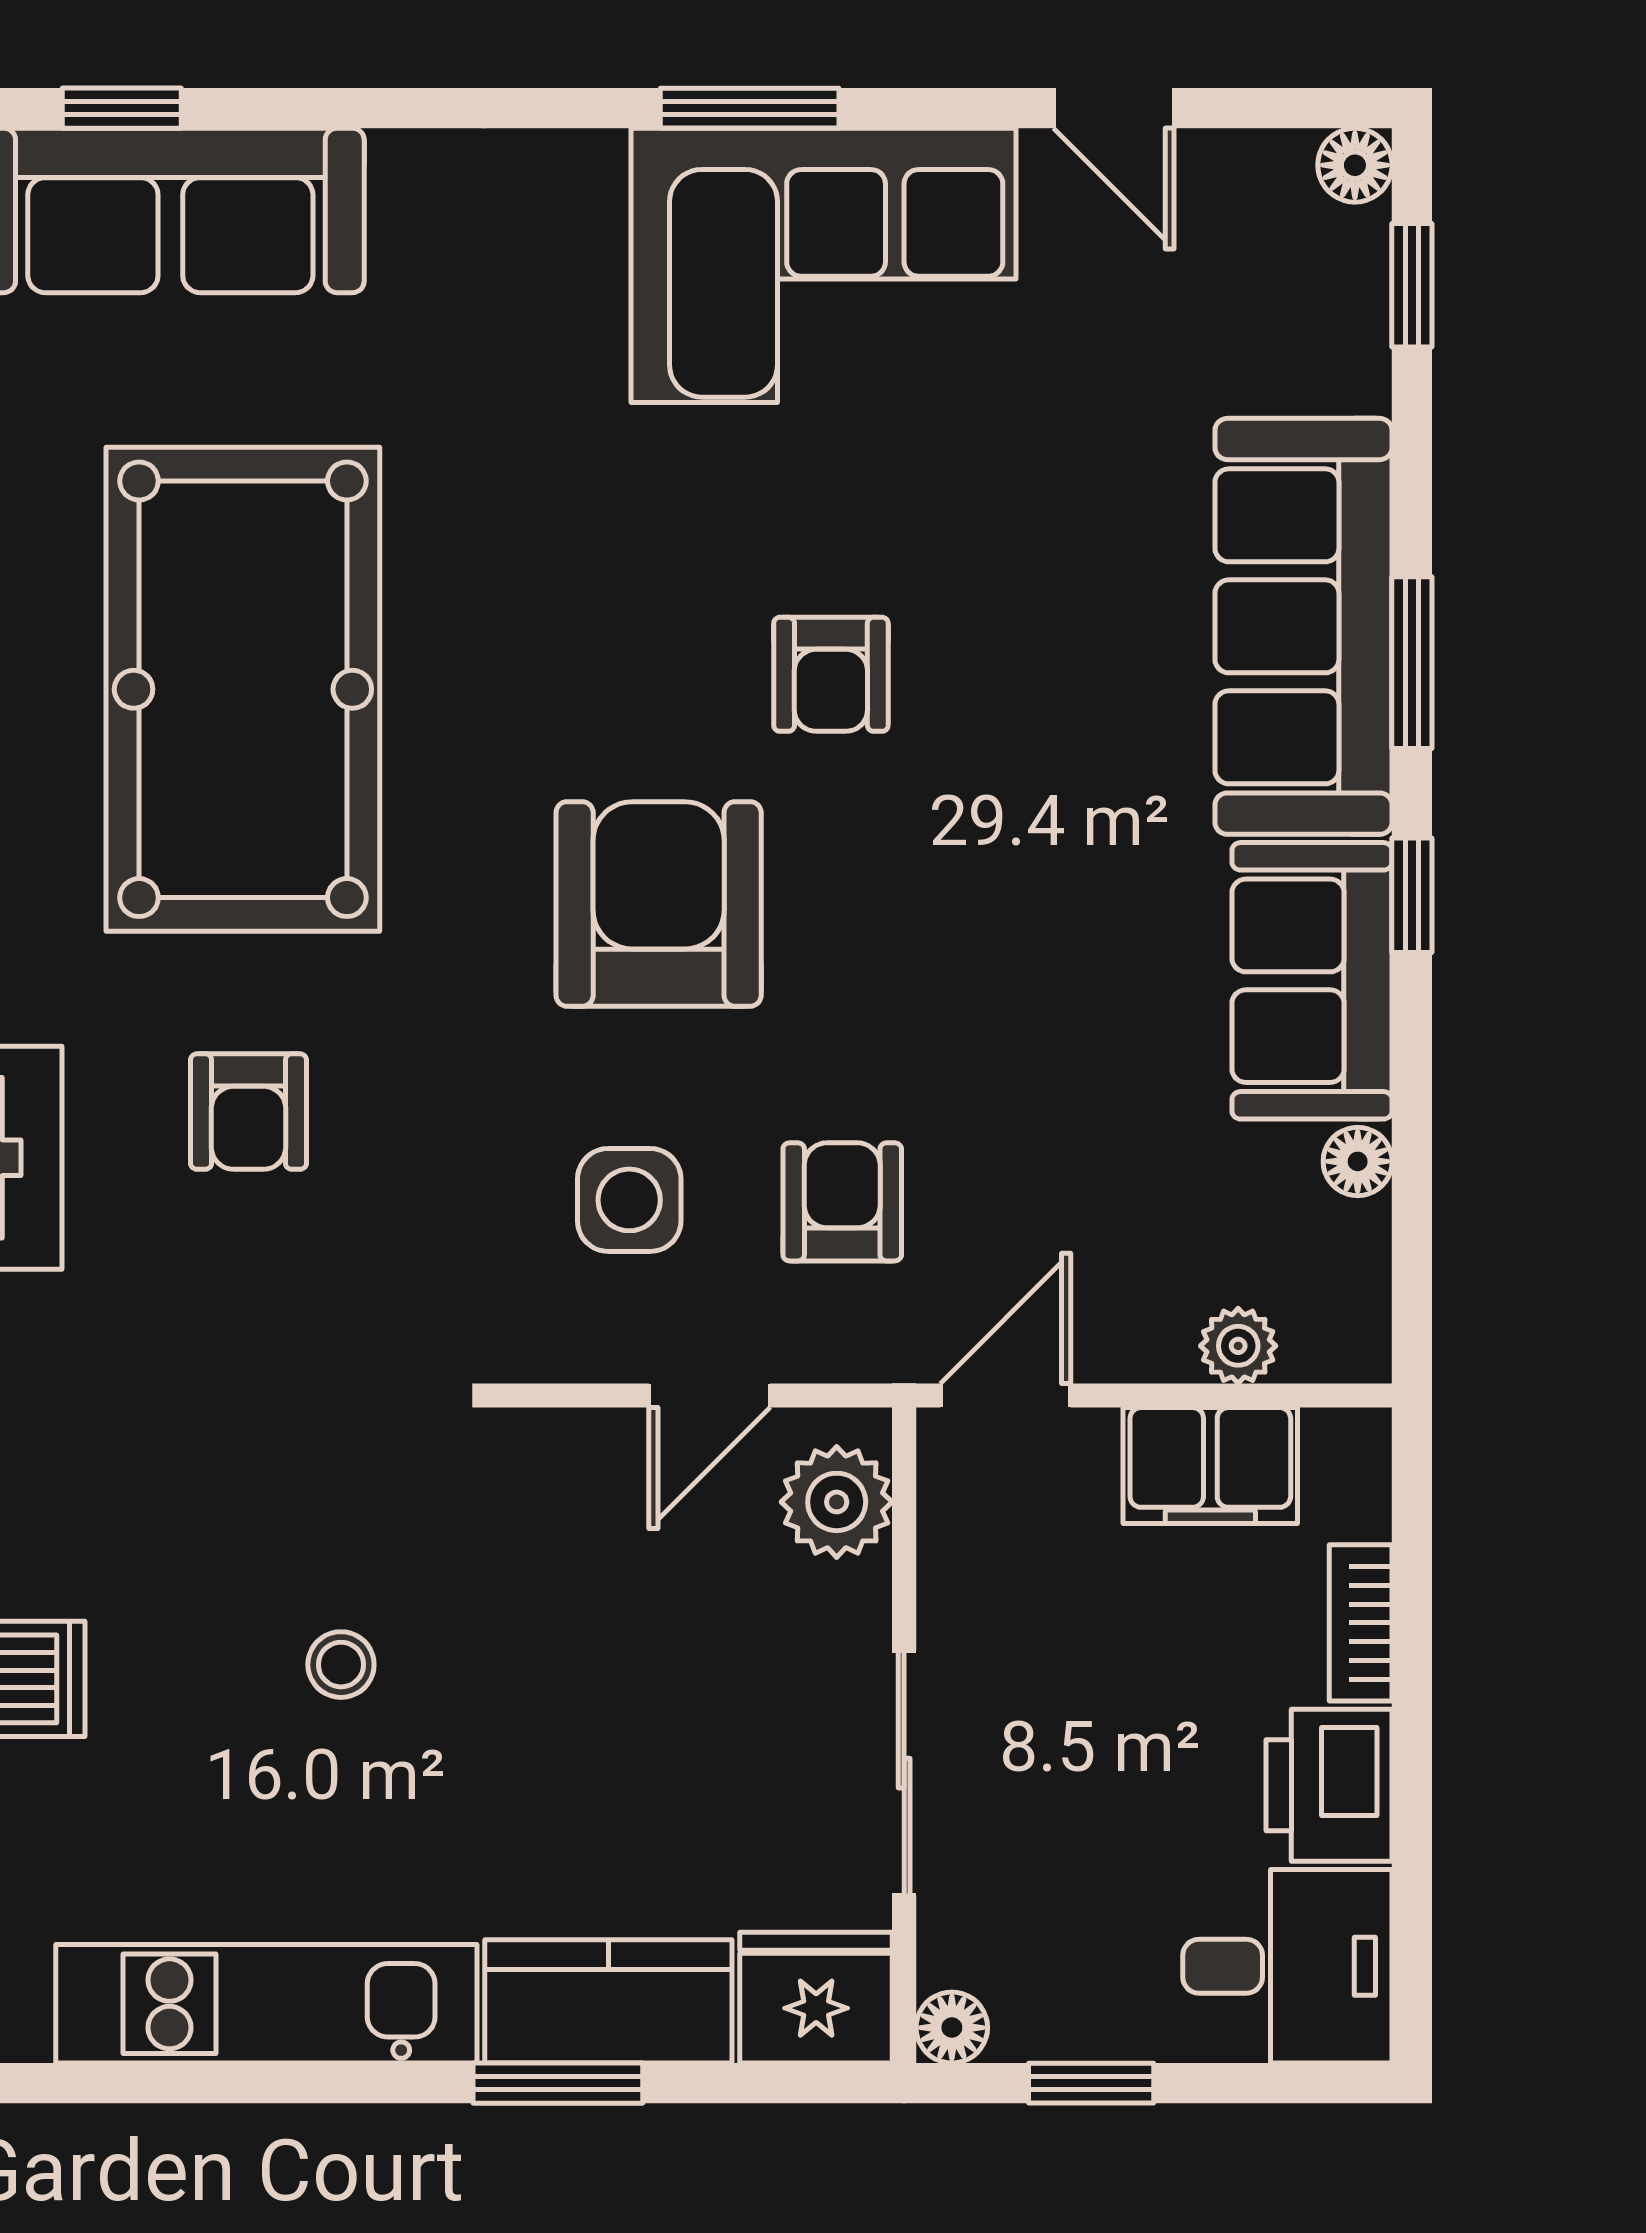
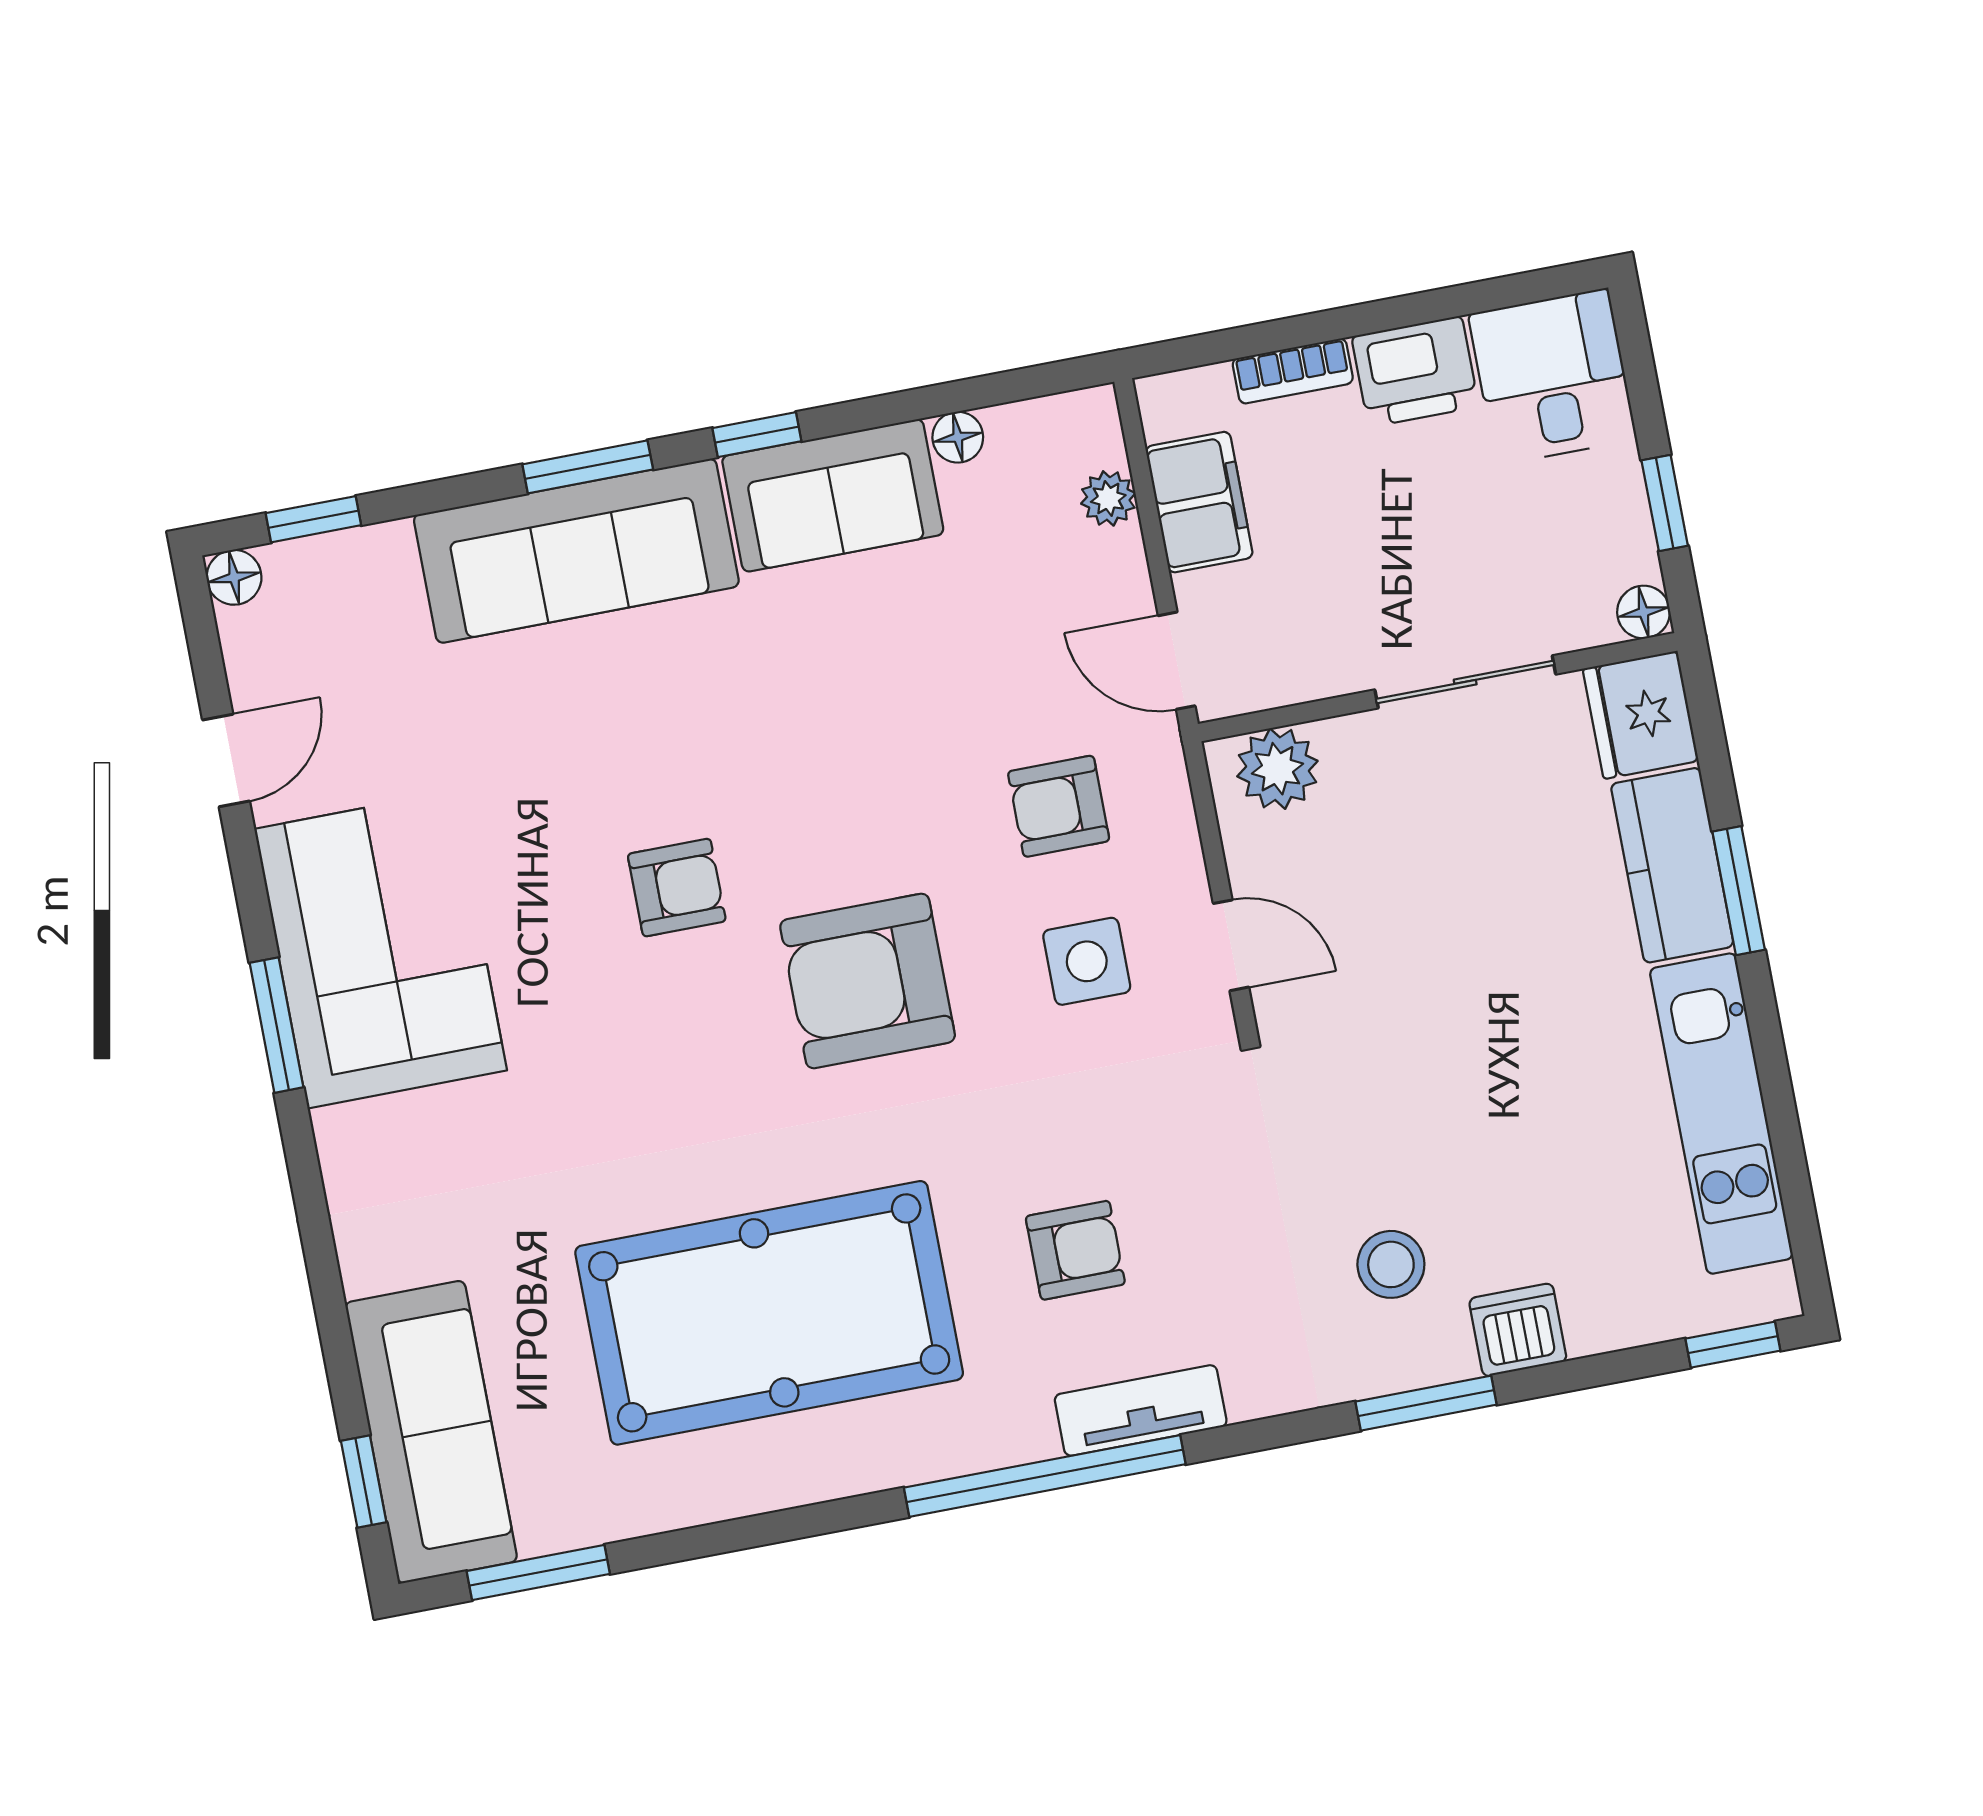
door: (710, 1396) -> (1231, 945), moved
stool: (341, 1665) -> (1391, 1264), moved, width x1.37, depth x1.37

